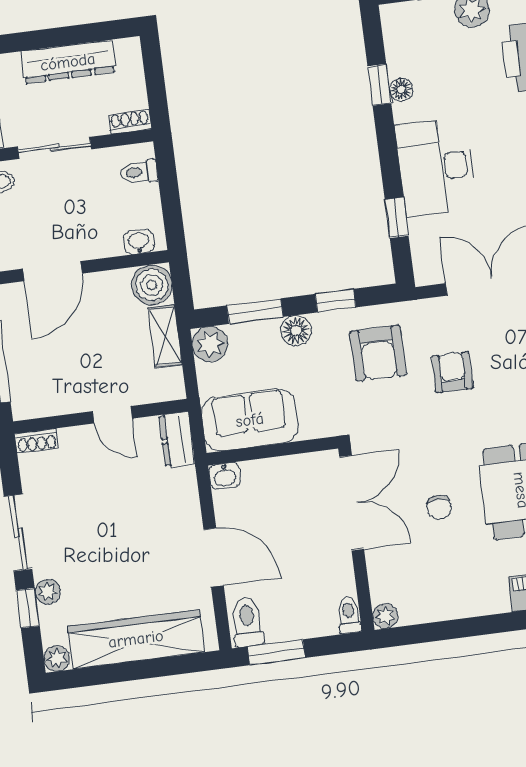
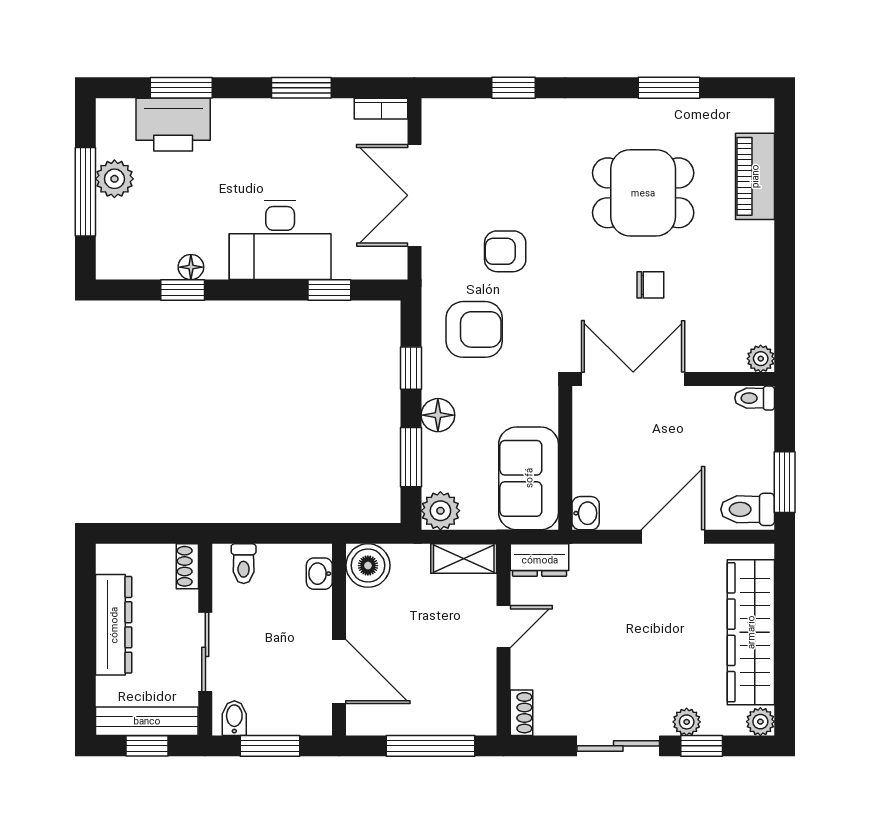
shelving: (165, 336) -> (464, 558), moved

